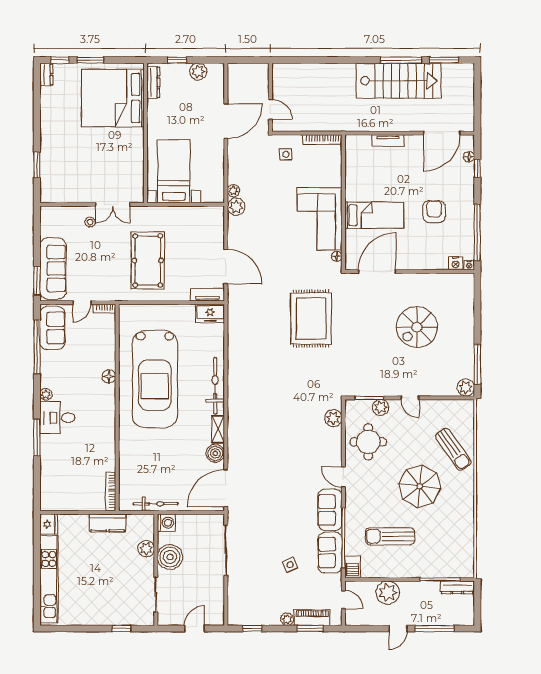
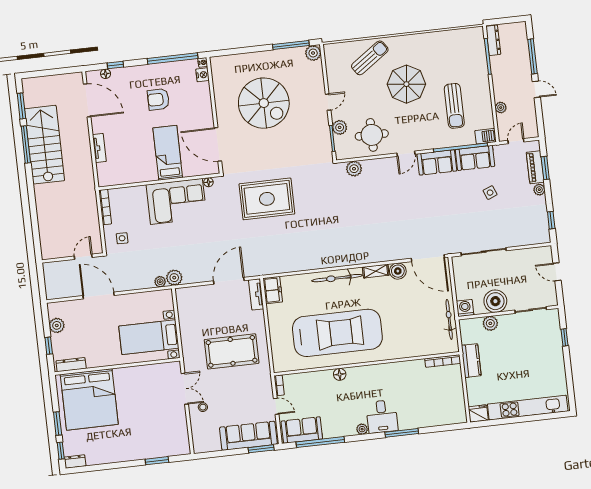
spiral stairs: (417, 327) -> (264, 103), width x1.37, depth x1.37
plant: (388, 593) -> (501, 108), width x0.53, depth x0.53

